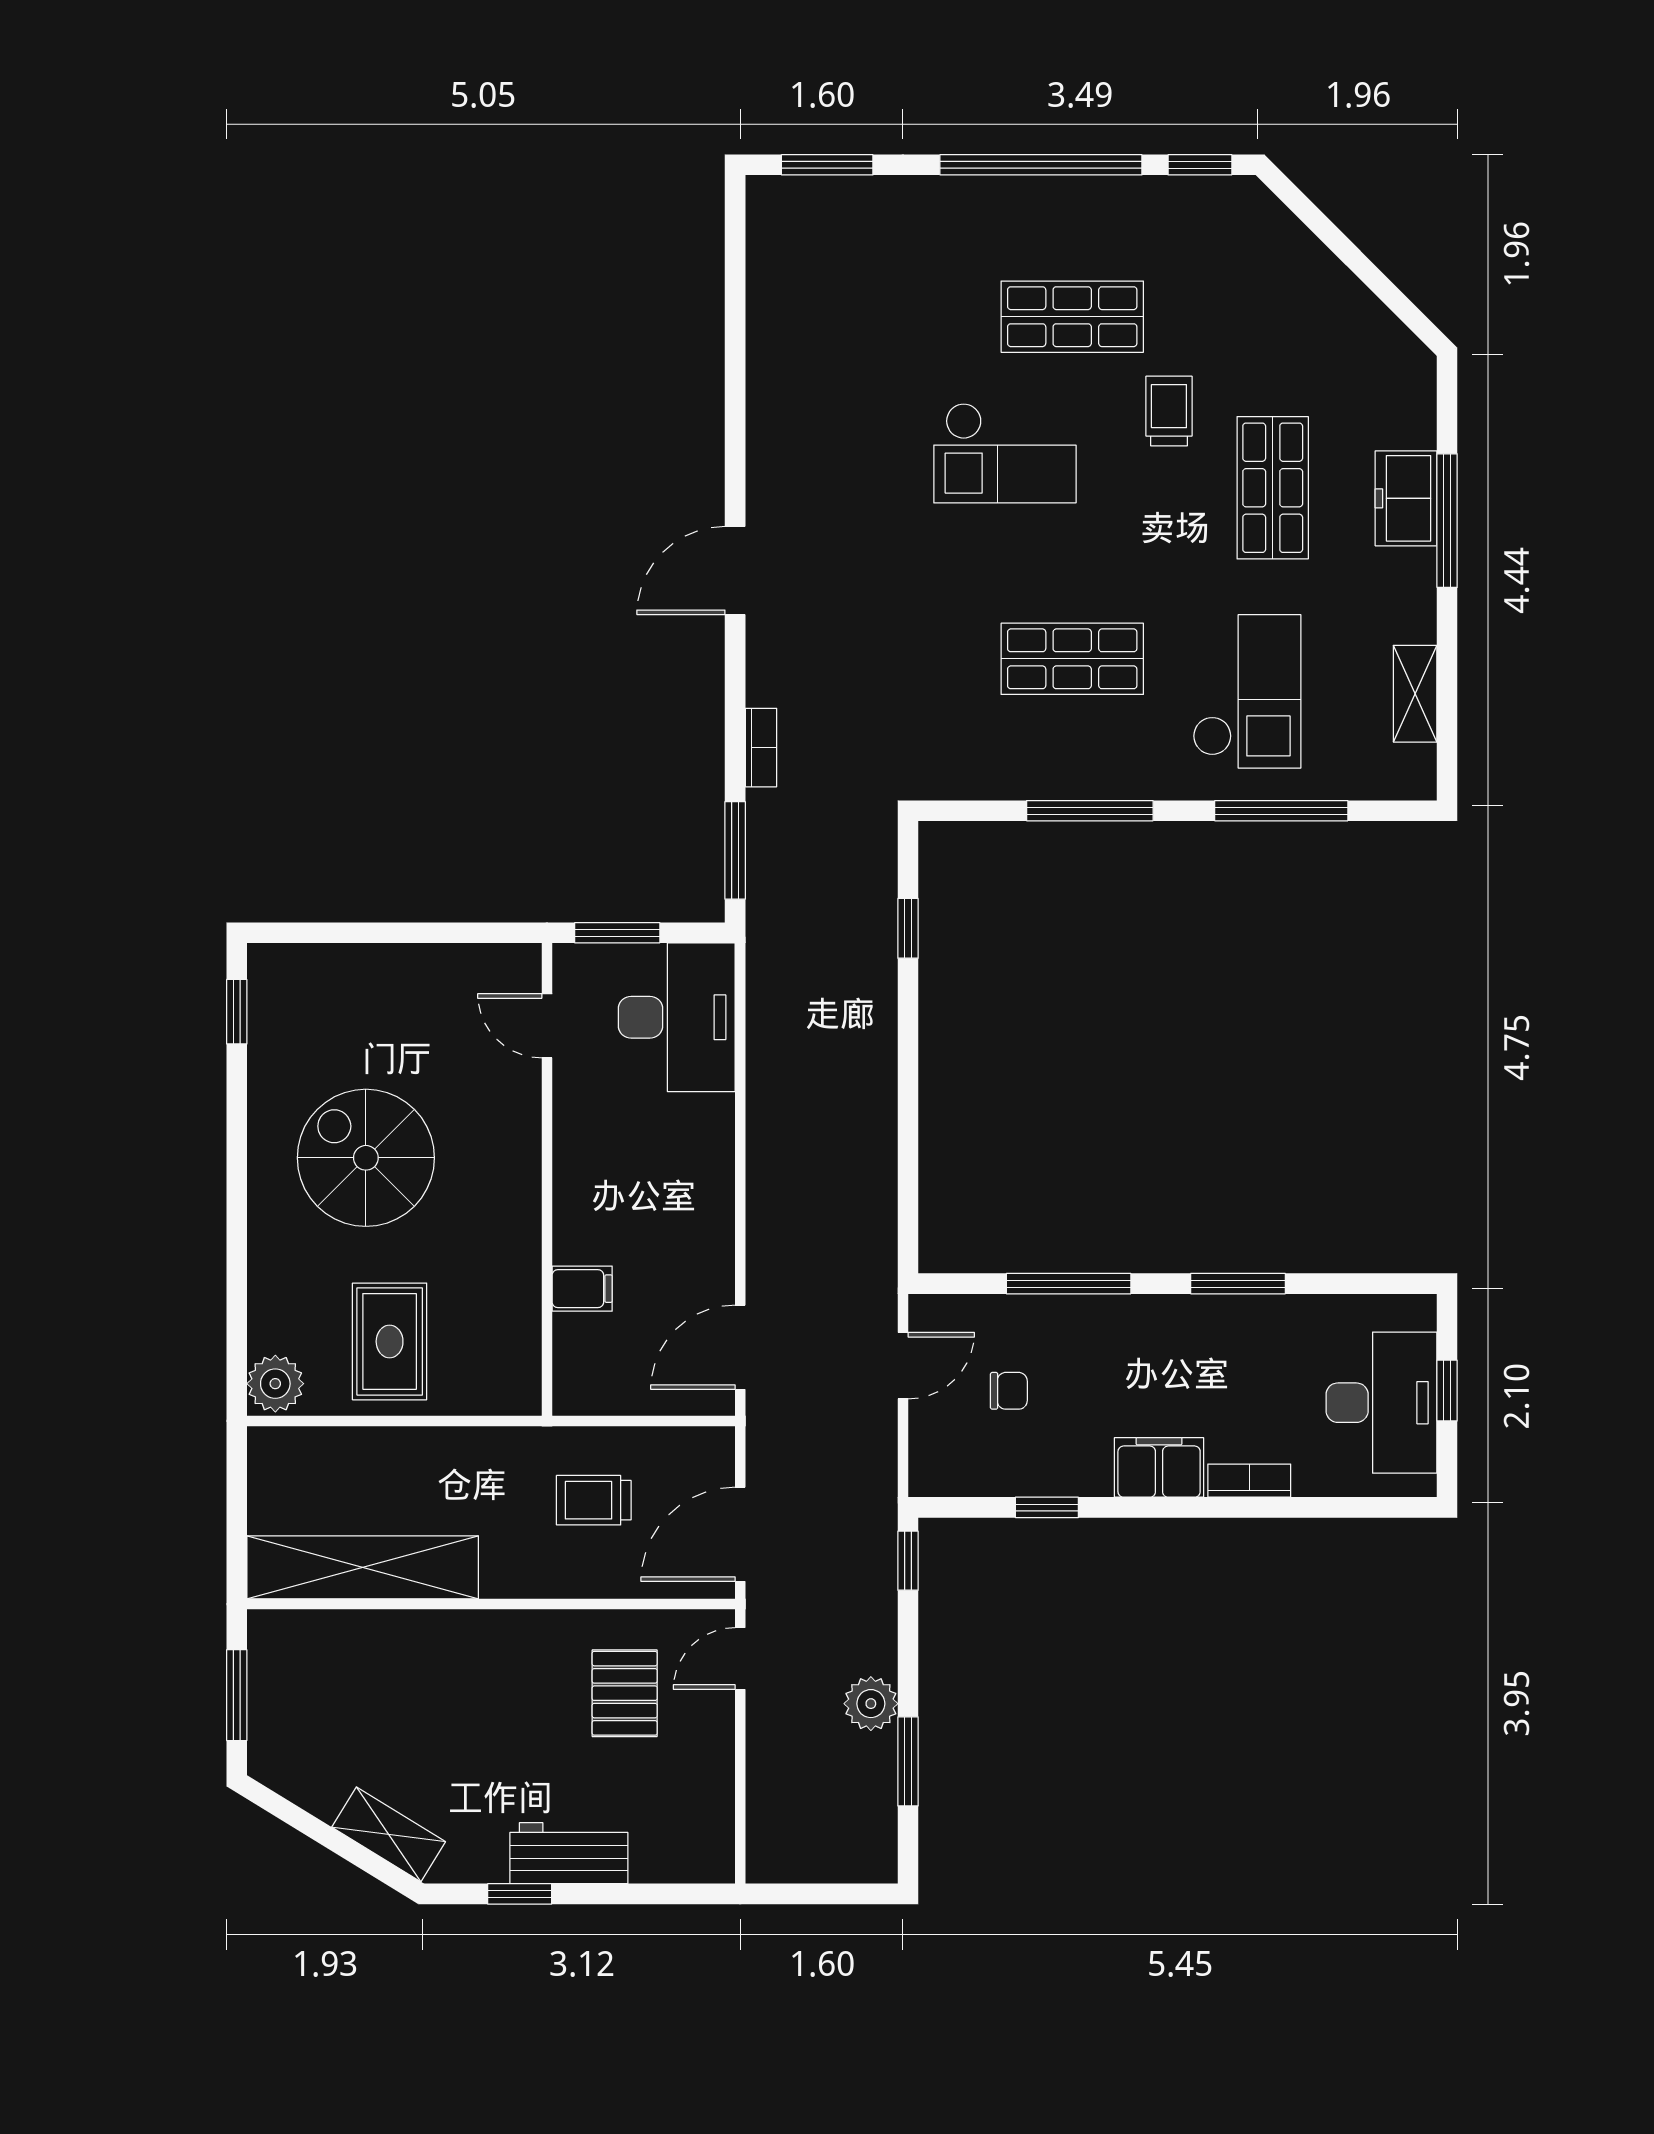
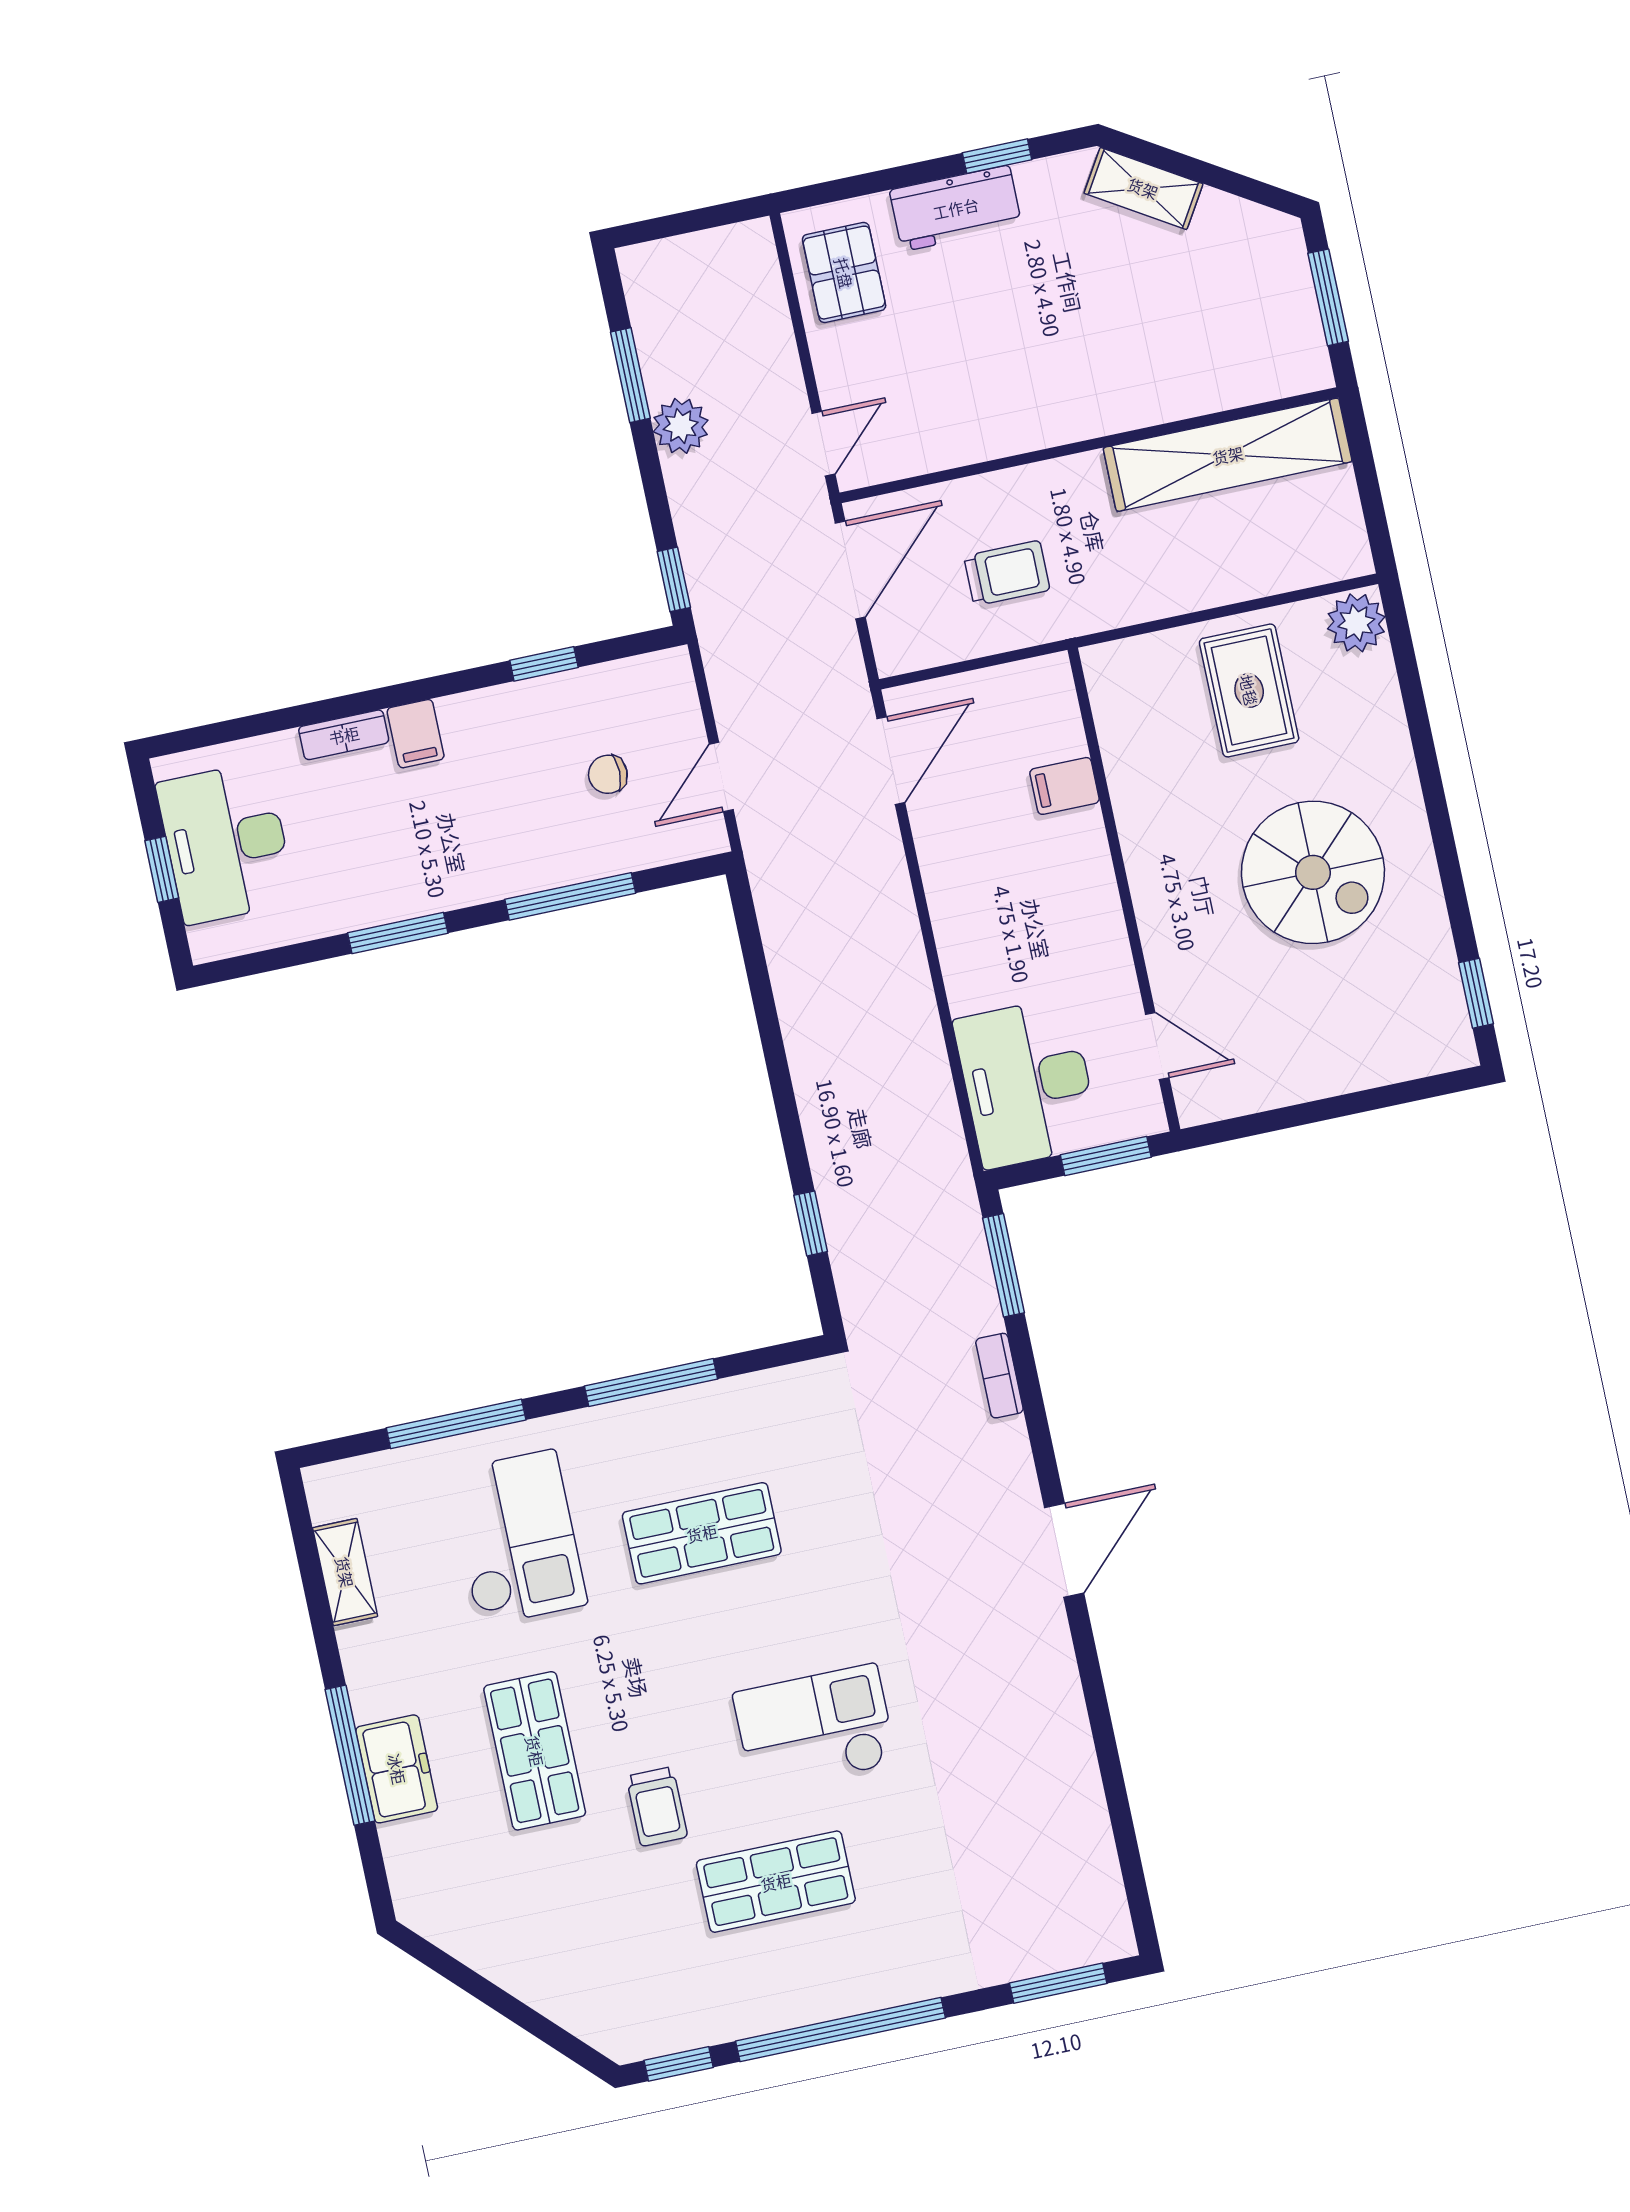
checkout: (1247, 691) -> (517, 1538), turned 180
filing cabinet: (1159, 1467) -> (416, 734), width x0.50
pallet: (625, 1693) -> (844, 273), moved

